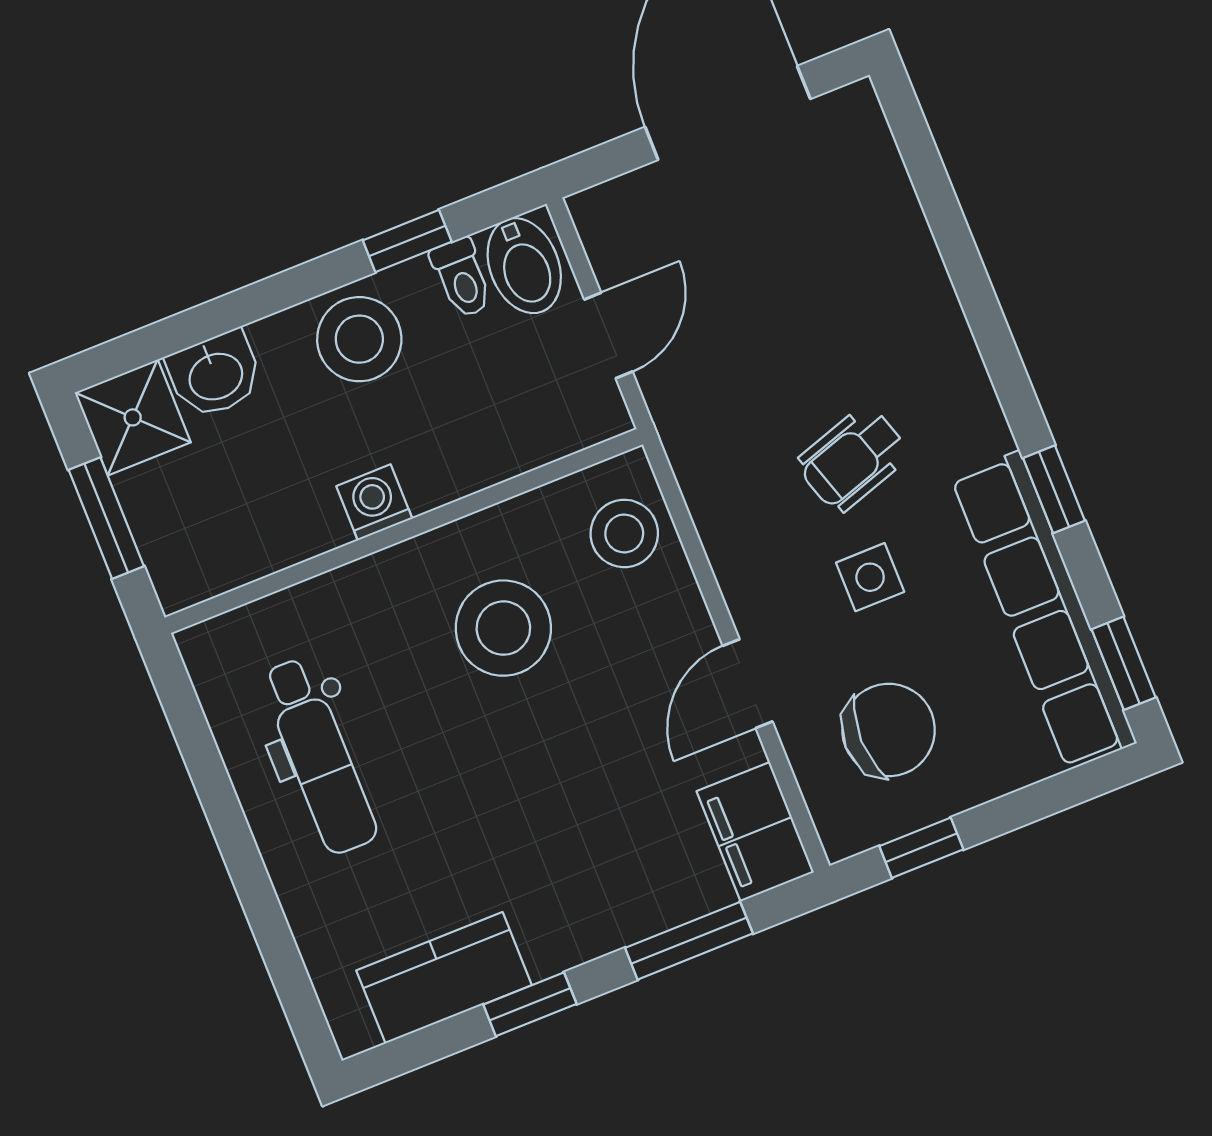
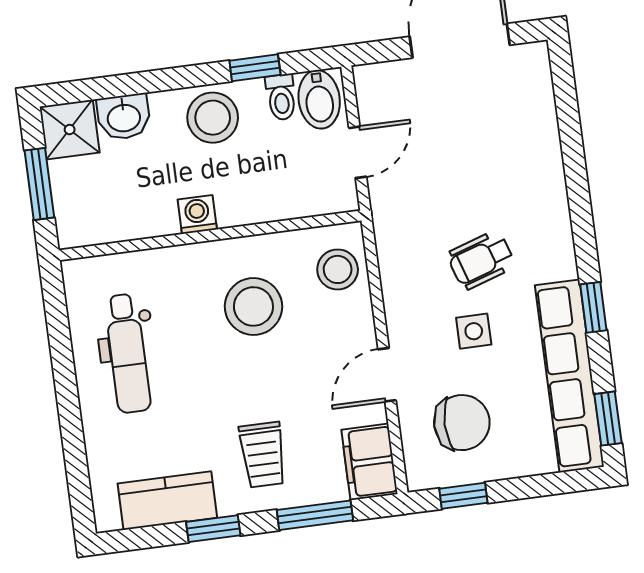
trolley: (580, 864) -> (263, 455), added

